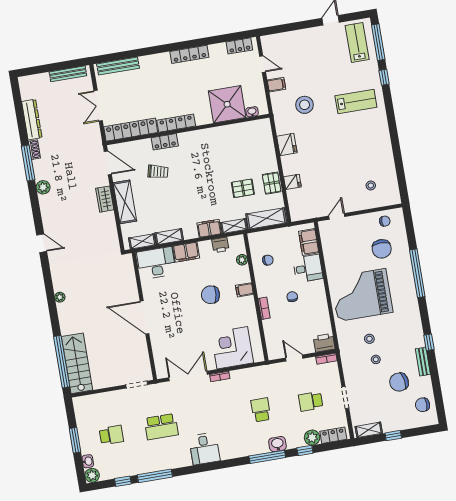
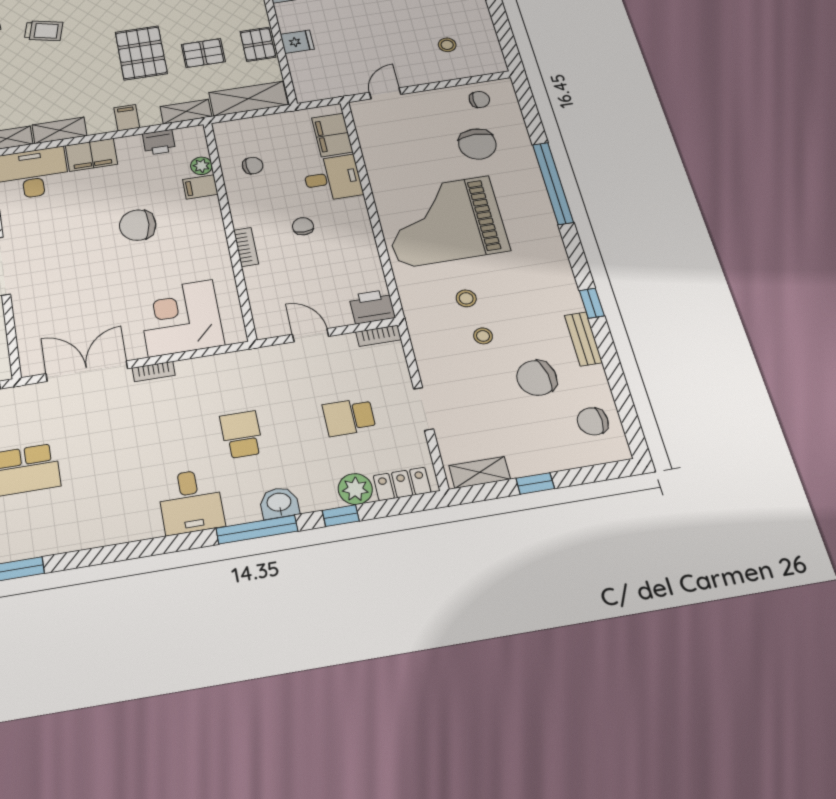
pallet: (210, 187) -> (141, 53), added
filing cabinet: (209, 228) -> (127, 118), width x0.50
filing cabinet: (244, 290) -> (200, 187), moved
desk: (204, 449) -> (191, 502), moved

